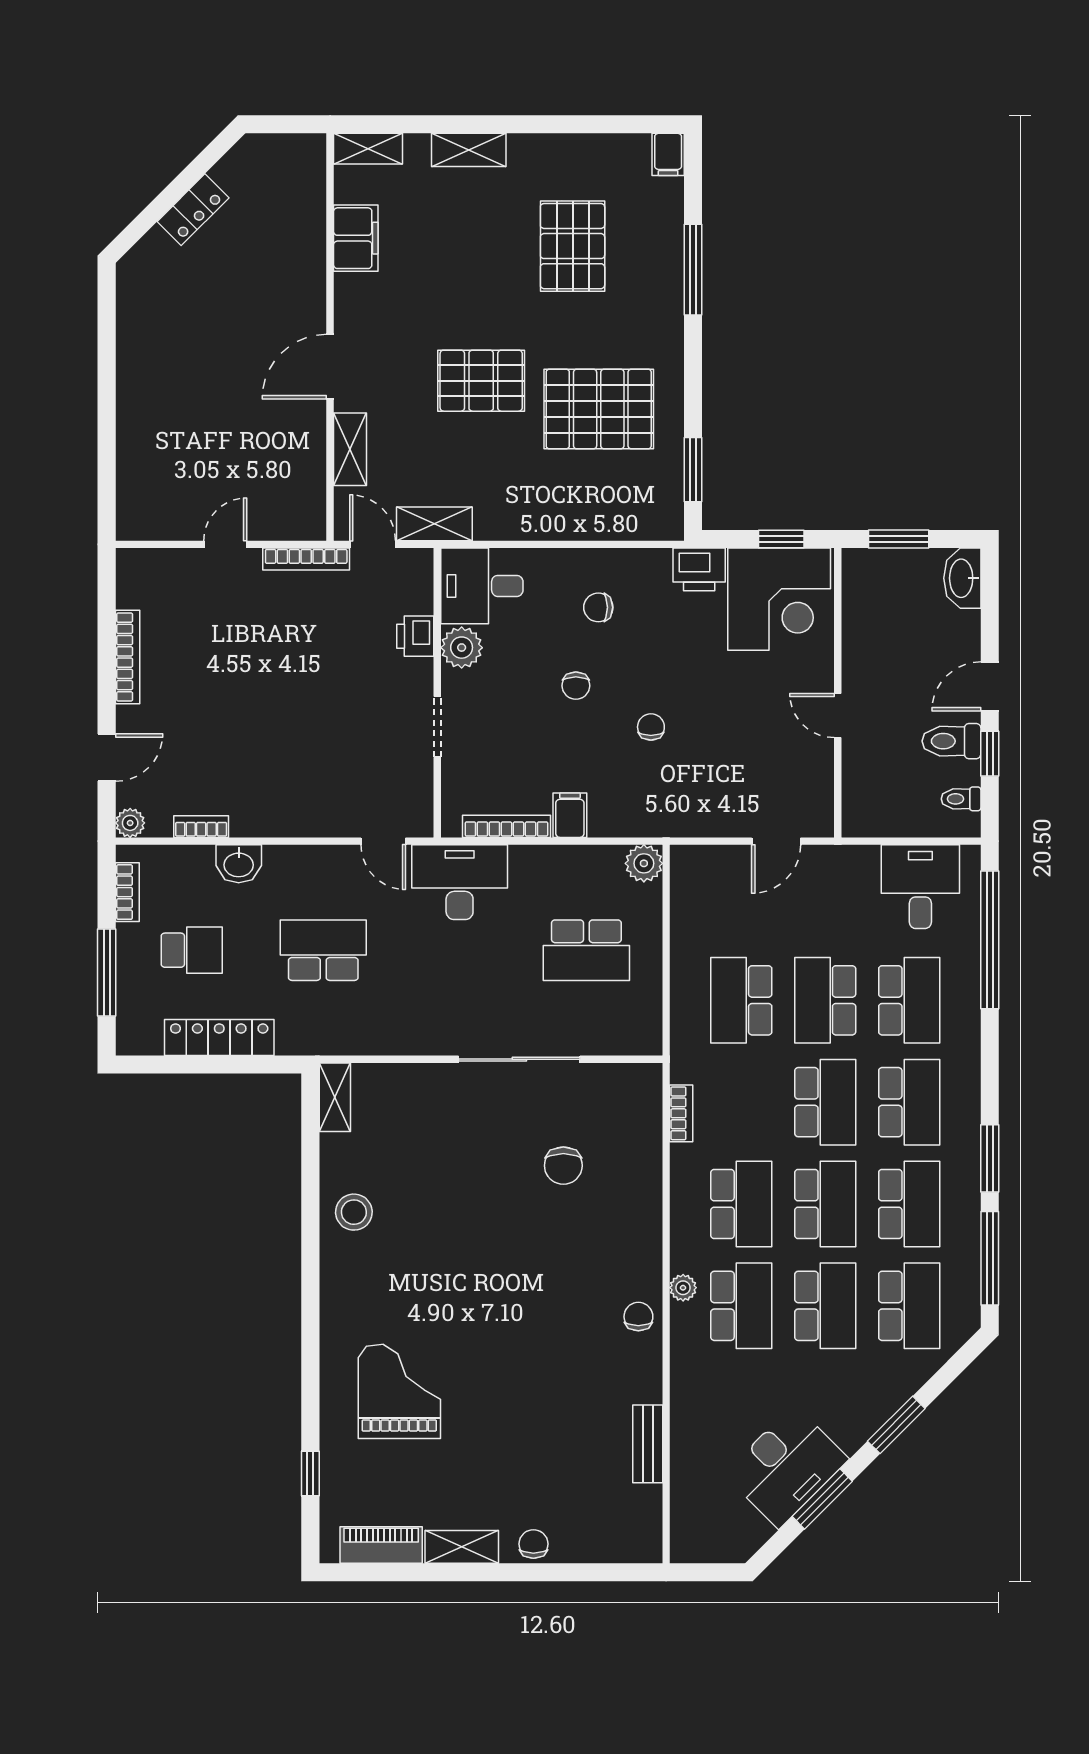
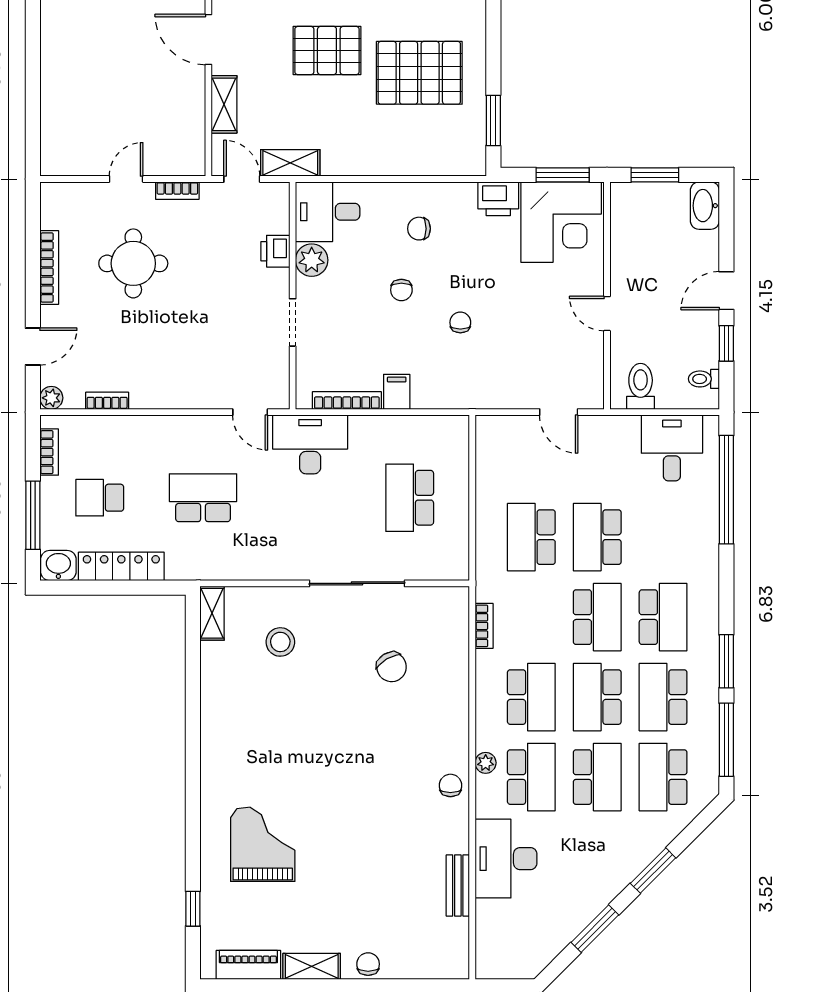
door: (330, 367) -> (208, 40), hinge flipped
window: (781, 539) -> (563, 175), width x1.50
bookcase: (306, 559) -> (177, 191), width x0.64
round table: (234, 652) -> (133, 263), added
toilet: (952, 741) -> (641, 386), moved, turned 90
door: (776, 841) -> (559, 412), hinge flipped
plant: (644, 863) -> (455, 430), removed
washbasin: (239, 864) -> (58, 566), moved, turned 180
school desk: (192, 950) -> (100, 498), turned 180
school desk: (586, 950) -> (410, 498), turned 90
school desk: (909, 1000) -> (663, 537), removed
chair: (563, 1166) -> (392, 667), turned -31
school desk: (825, 1204) -> (597, 697), turned 180
school desk: (909, 1204) -> (663, 697), turned 180
stool: (354, 1212) -> (280, 642), moved
school desk: (909, 1306) -> (663, 777), turned 180
desk: (786, 1467) -> (506, 859), moved, turned 135

